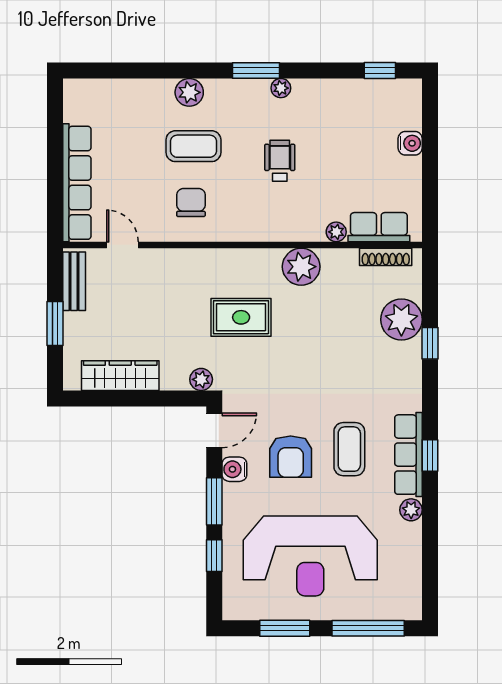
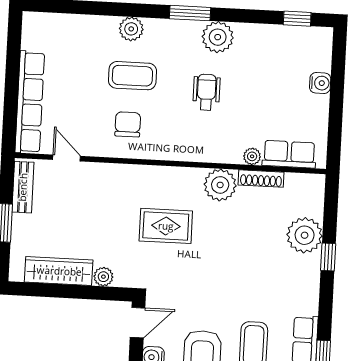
plant: (281, 88) -> (218, 37), width x1.88, depth x1.88
shoe rack: (386, 257) -> (261, 179), moved
plant: (201, 379) -> (103, 277), moved

